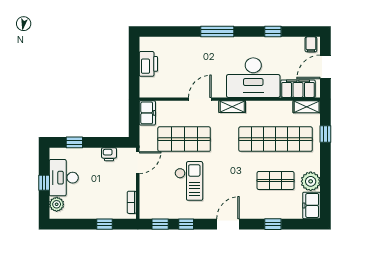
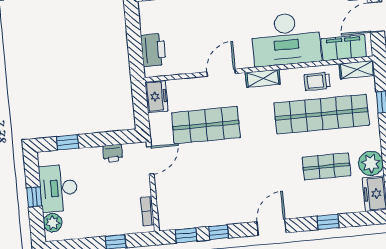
printer: (148, 64) -> (153, 50), moved
trolley: (274, 113) -> (317, 81), added
checkout: (189, 181) -> (217, 177), removed

